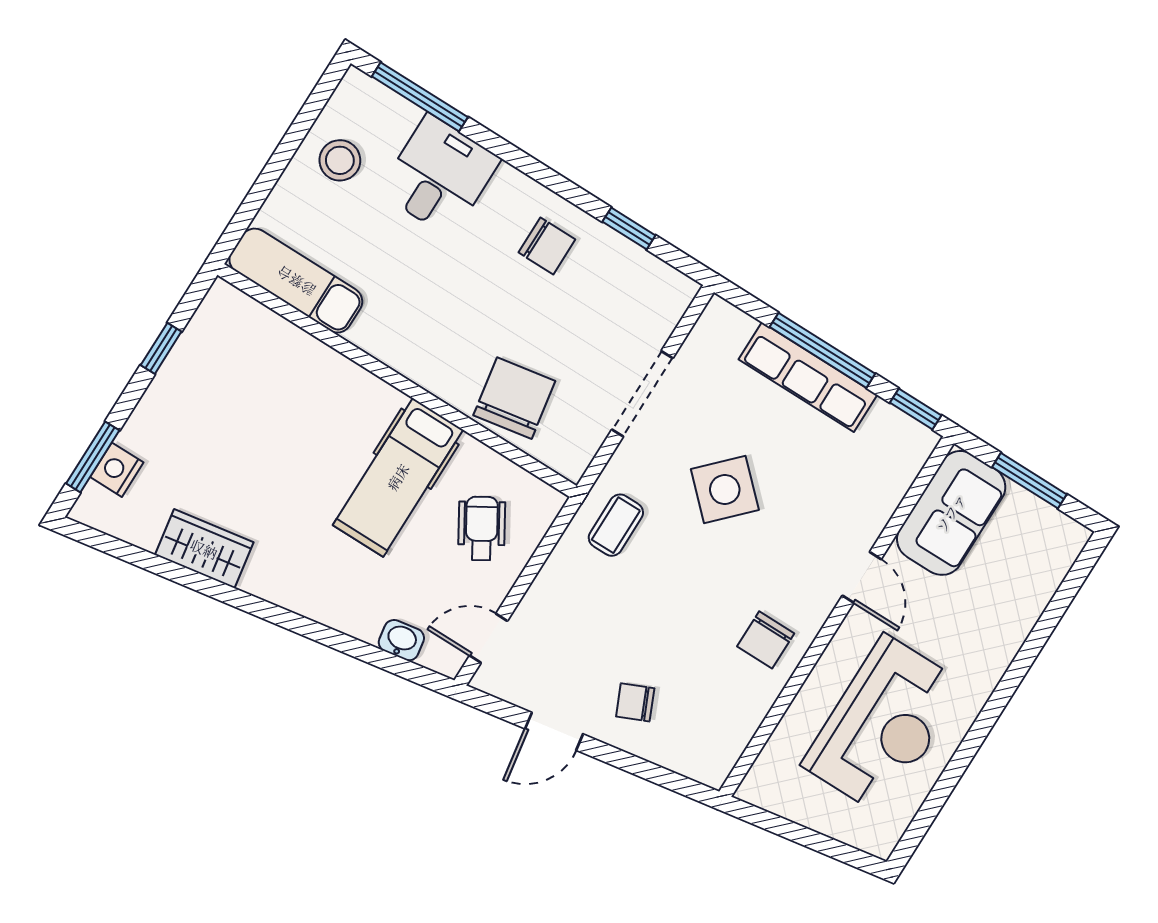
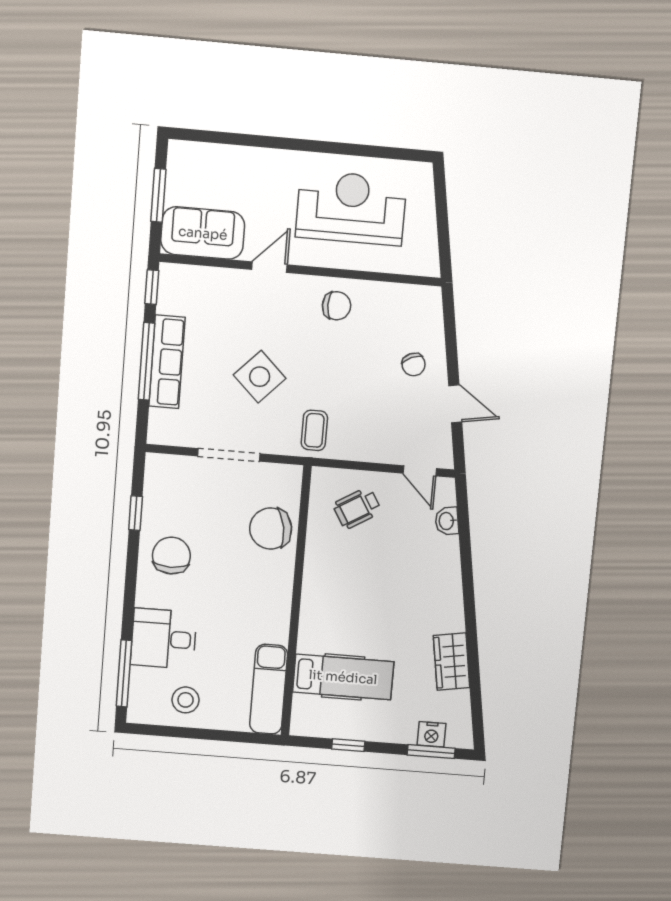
chair: (547, 246) -> (171, 556), width x1.37, depth x1.37
hospital bed: (398, 477) -> (343, 677), moved
coffee table: (616, 525) -> (314, 430), turned 90

